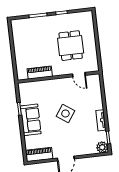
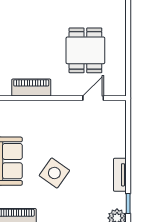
door: (79, 75) -> (93, 98), swing flipped
side table: (65, 113) -> (54, 173), moved

